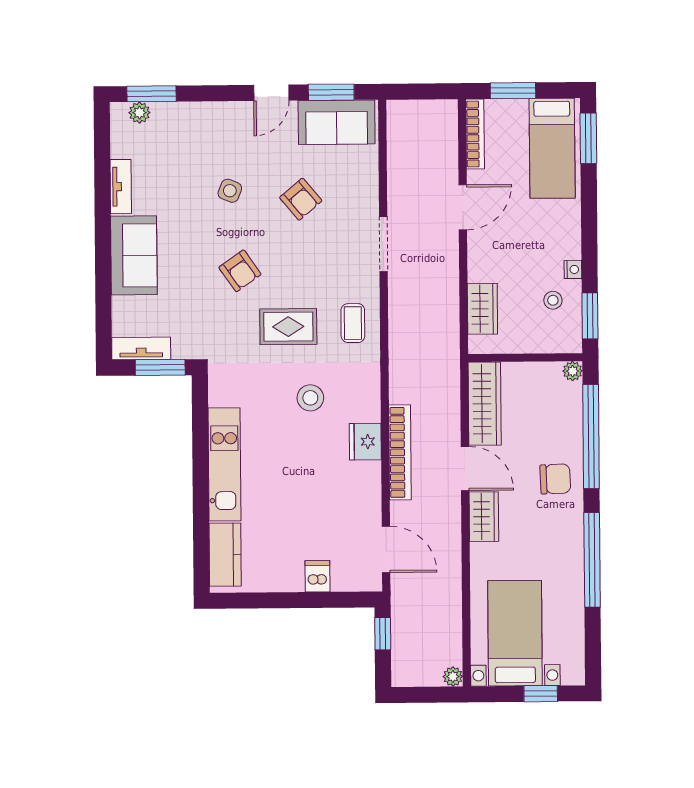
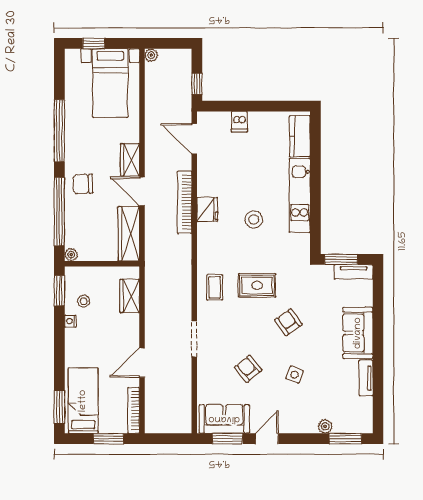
plant: (139, 113) -> (325, 426), moved
stool: (310, 398) -> (254, 219), moved

